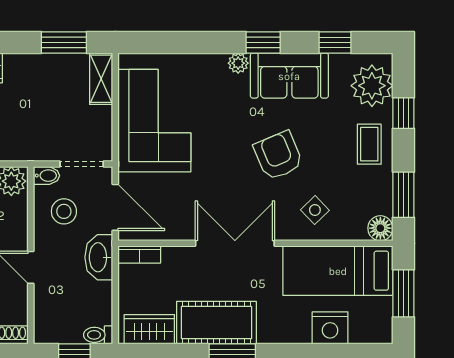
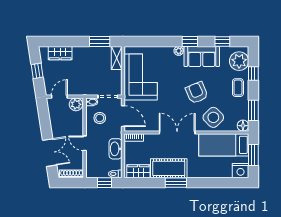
side table: (315, 210) -> (213, 117), width x1.87, depth x1.87
washbasin: (99, 257) -> (115, 149), moved
nightstand: (330, 328) -> (241, 171), moved

